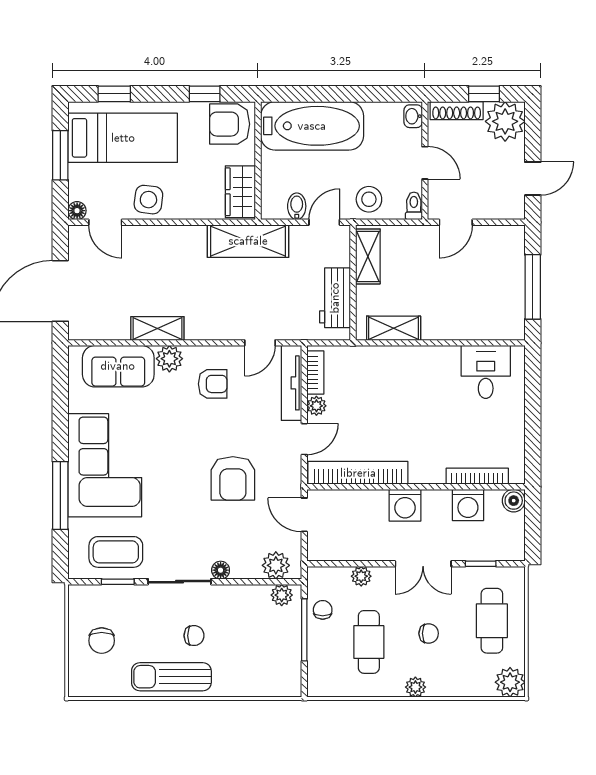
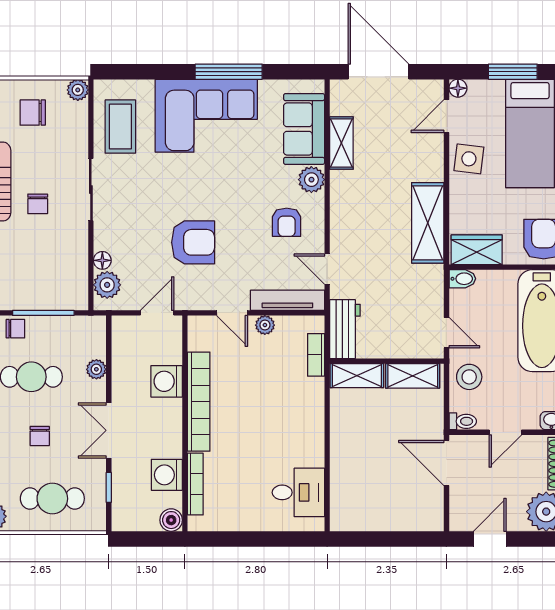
door: (533, 179) -> (490, 539), swing flipped
bidet: (297, 206) -> (462, 279), moved
door: (456, 222) -> (446, 463), width x1.38
shelving: (248, 241) -> (428, 223), moved
window: (533, 287) -> (383, 539), removed
workbench: (335, 298) -> (345, 329), moved, turned 90
shelving: (157, 328) -> (341, 143), moved
shelving: (394, 328) -> (357, 376), moved, turned 90
bookcase: (315, 373) -> (316, 355), moved, turned 90
bookcase: (358, 473) -> (199, 402), moved
armchair: (233, 478) -> (193, 242), turned 180
window: (60, 495) -> (229, 72), moved
washing machine: (405, 505) -> (167, 381), moved
floor lamp: (221, 570) -> (102, 260), moved
window: (118, 582) -> (91, 128), removed
plant: (282, 595) -> (78, 90), moved
chair: (323, 610) -> (15, 329), moved

